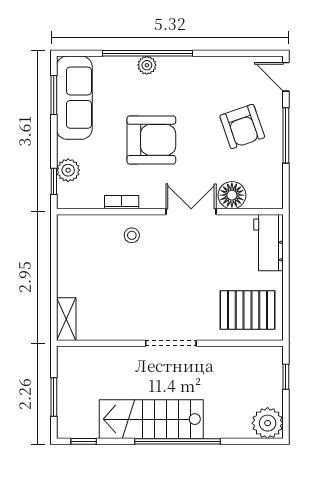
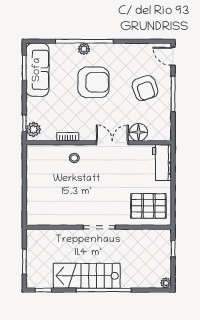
armchair: (151, 140) -> (94, 82), moved
plant: (68, 170) -> (33, 129), moved
shelving: (66, 319) -> (32, 212), removed
plant: (268, 423) -> (166, 283), width x0.53, depth x0.53

